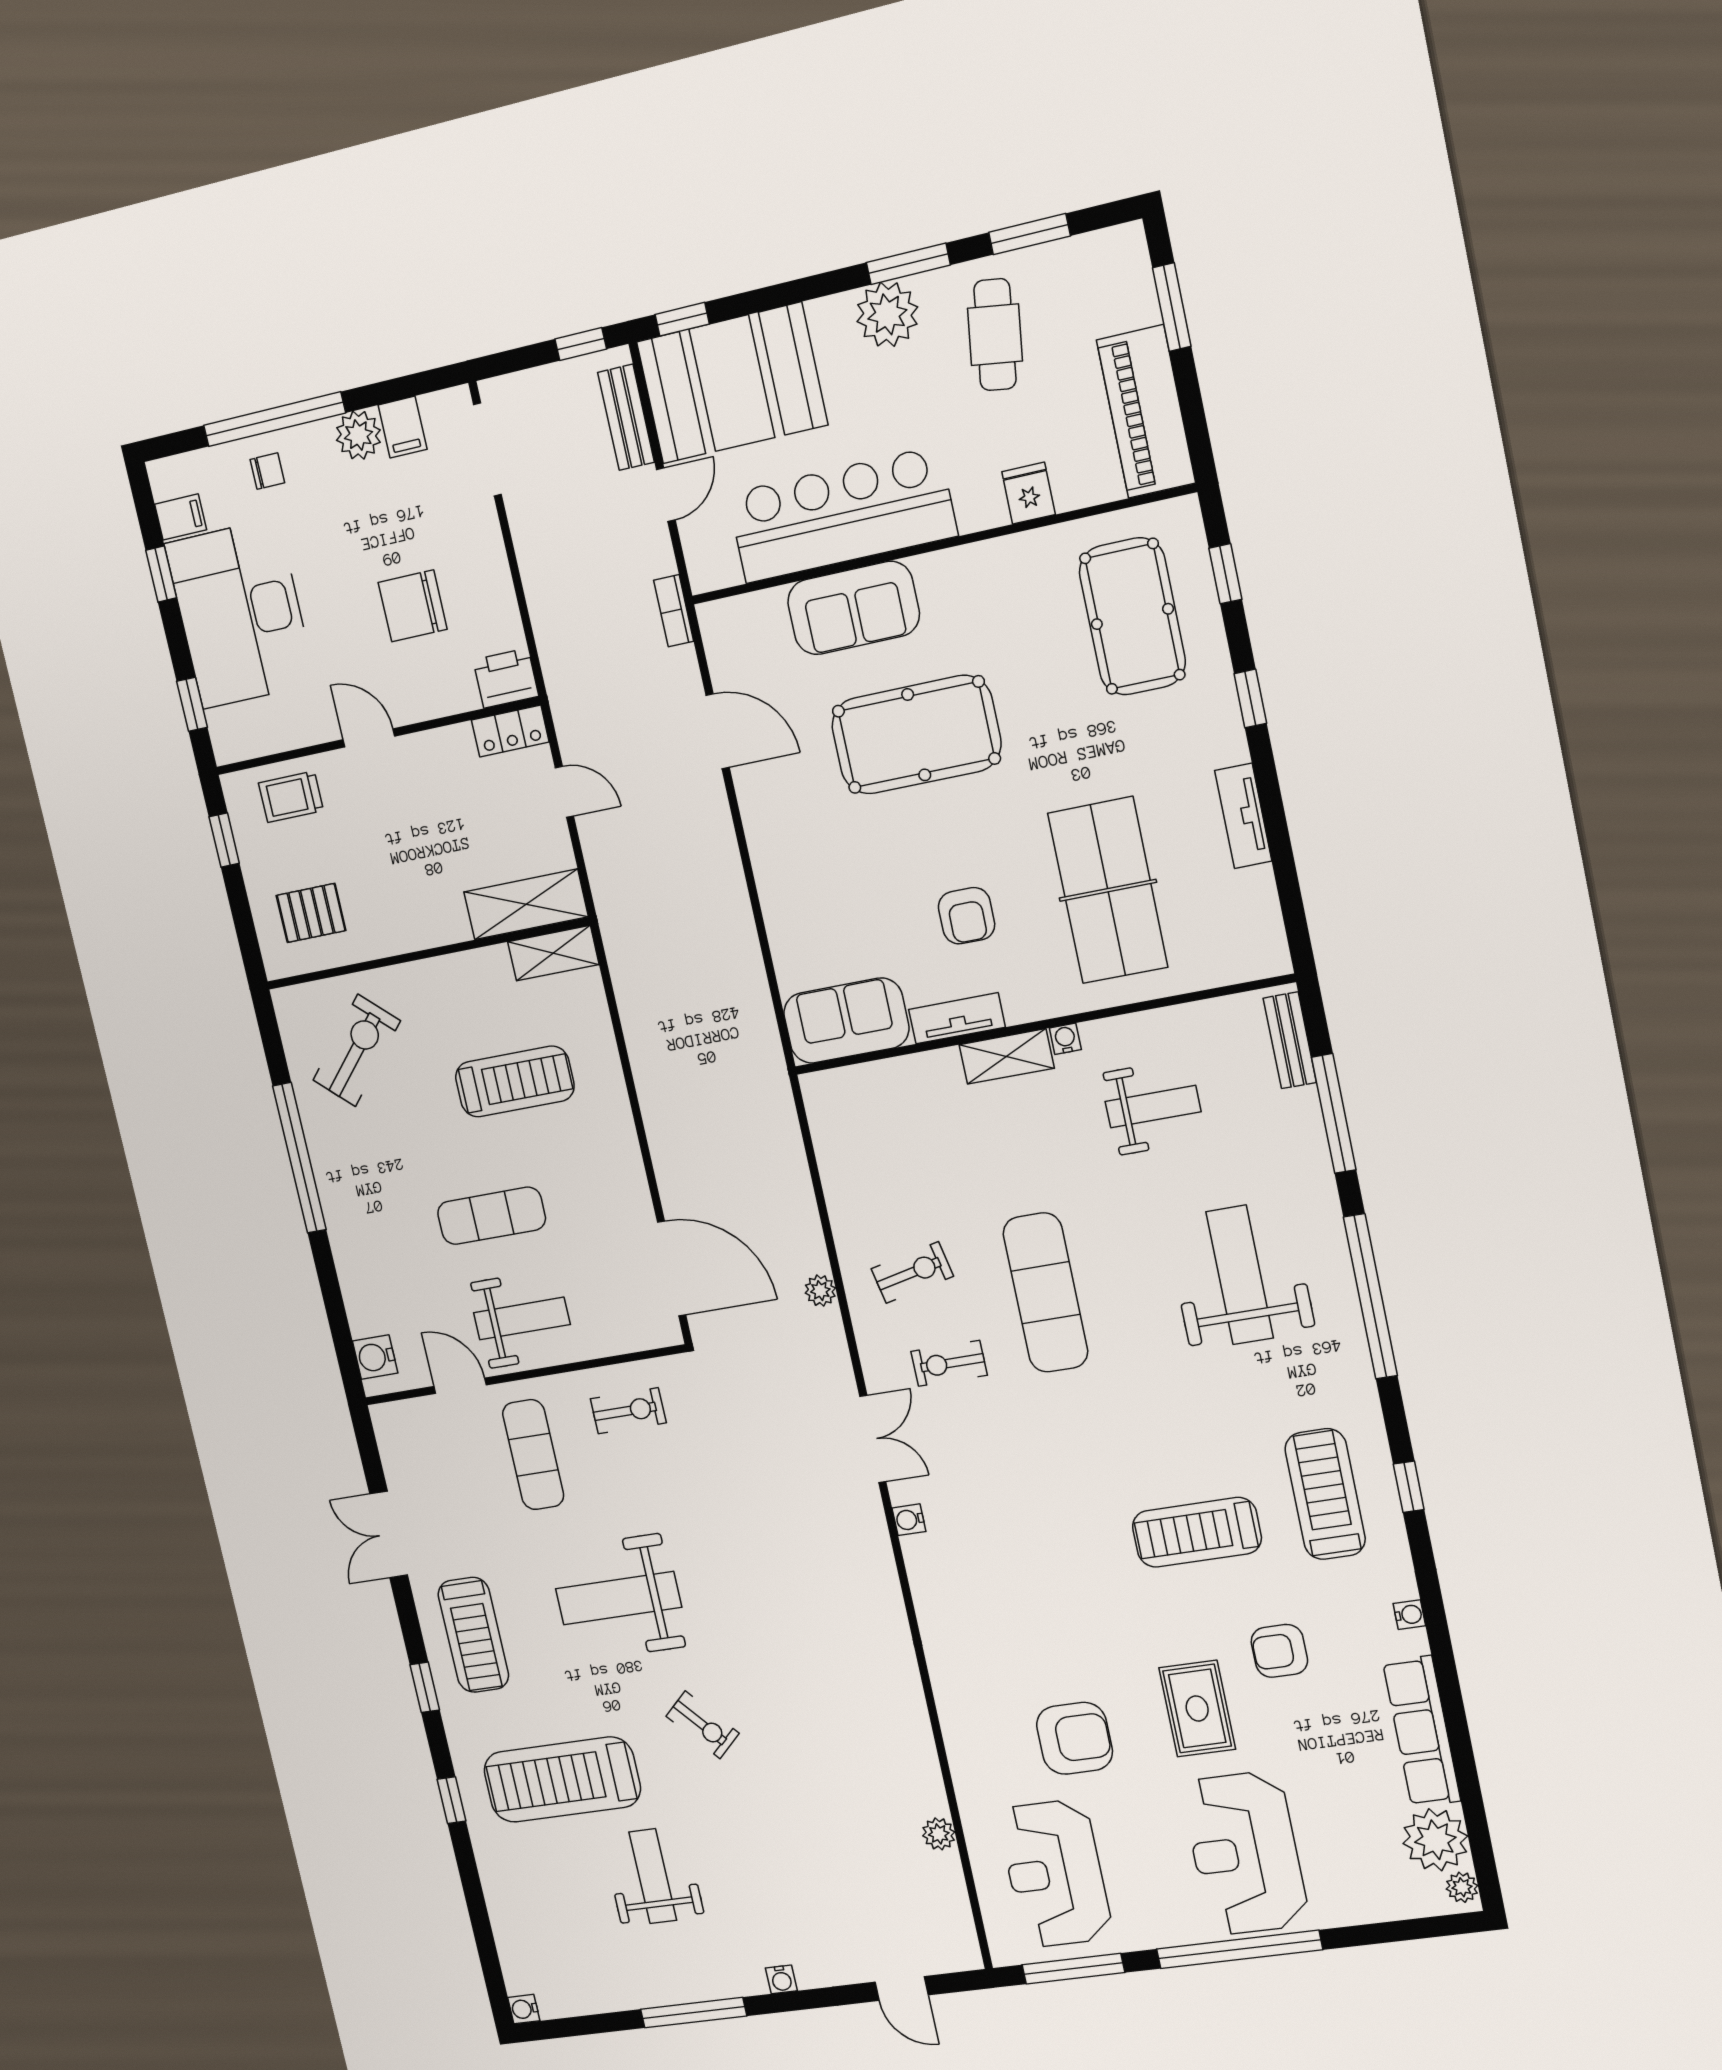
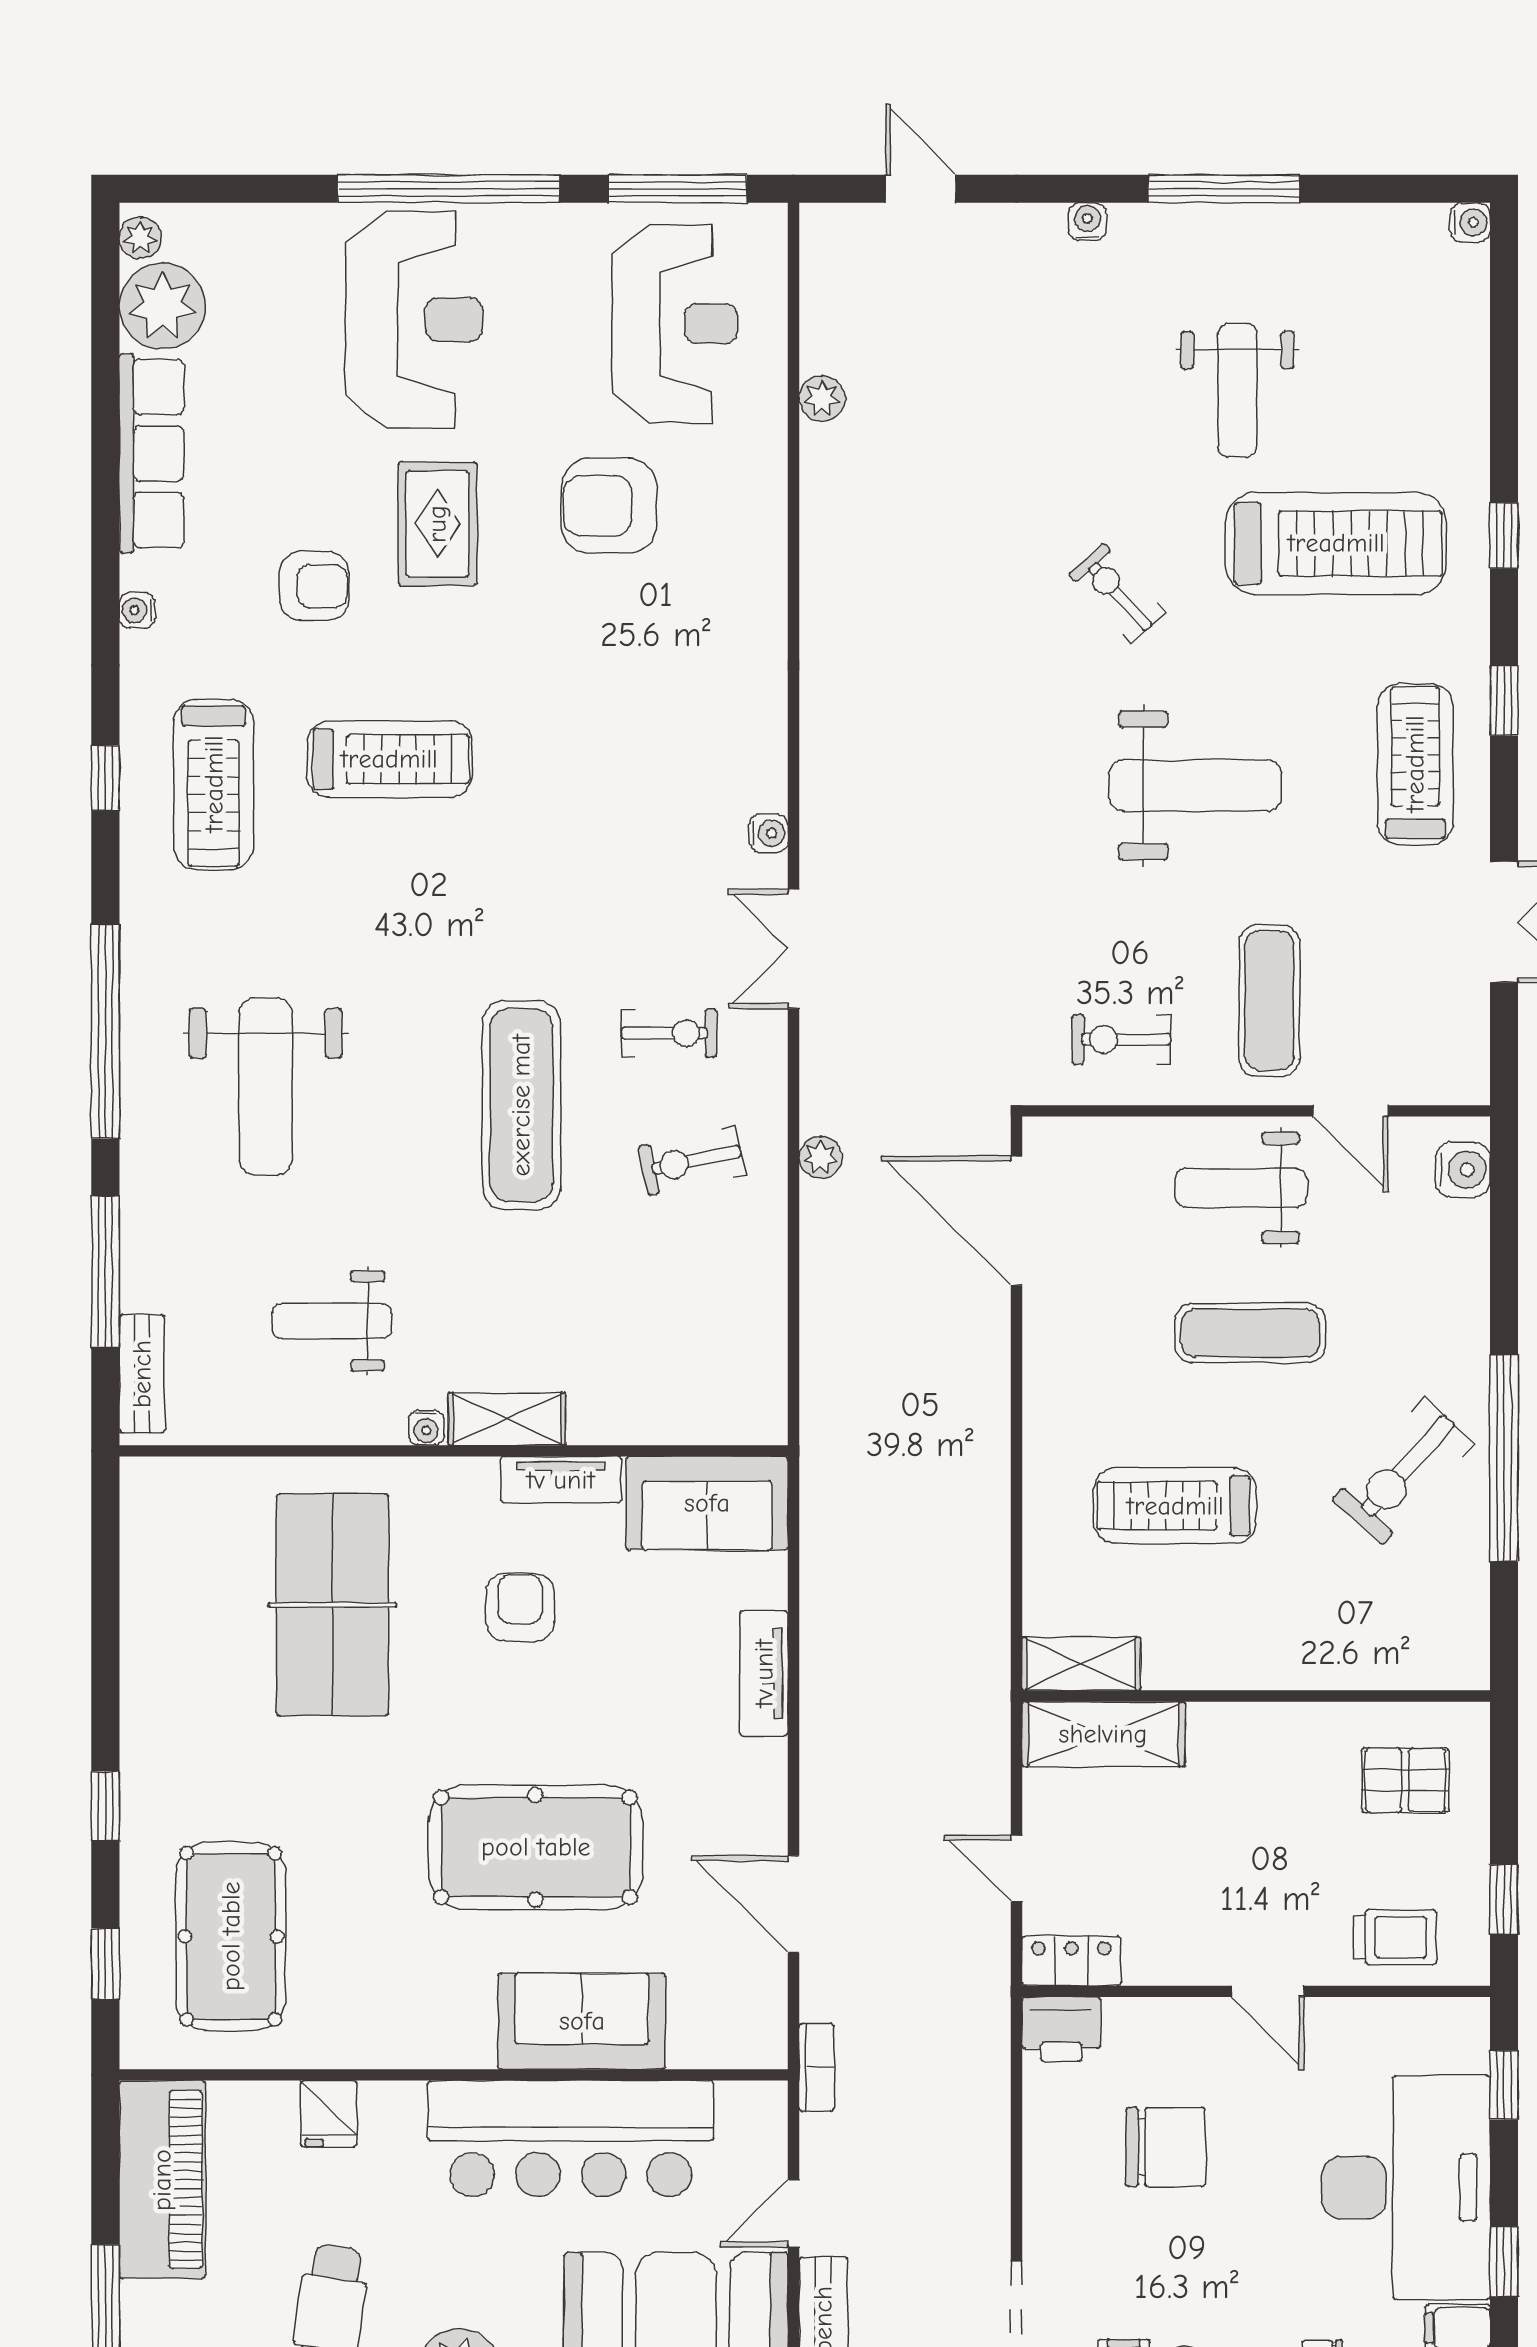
tv unit: (1243, 816) -> (764, 1673), moved, turned 180
exercise bike: (357, 1050) -> (1403, 1471), moved

